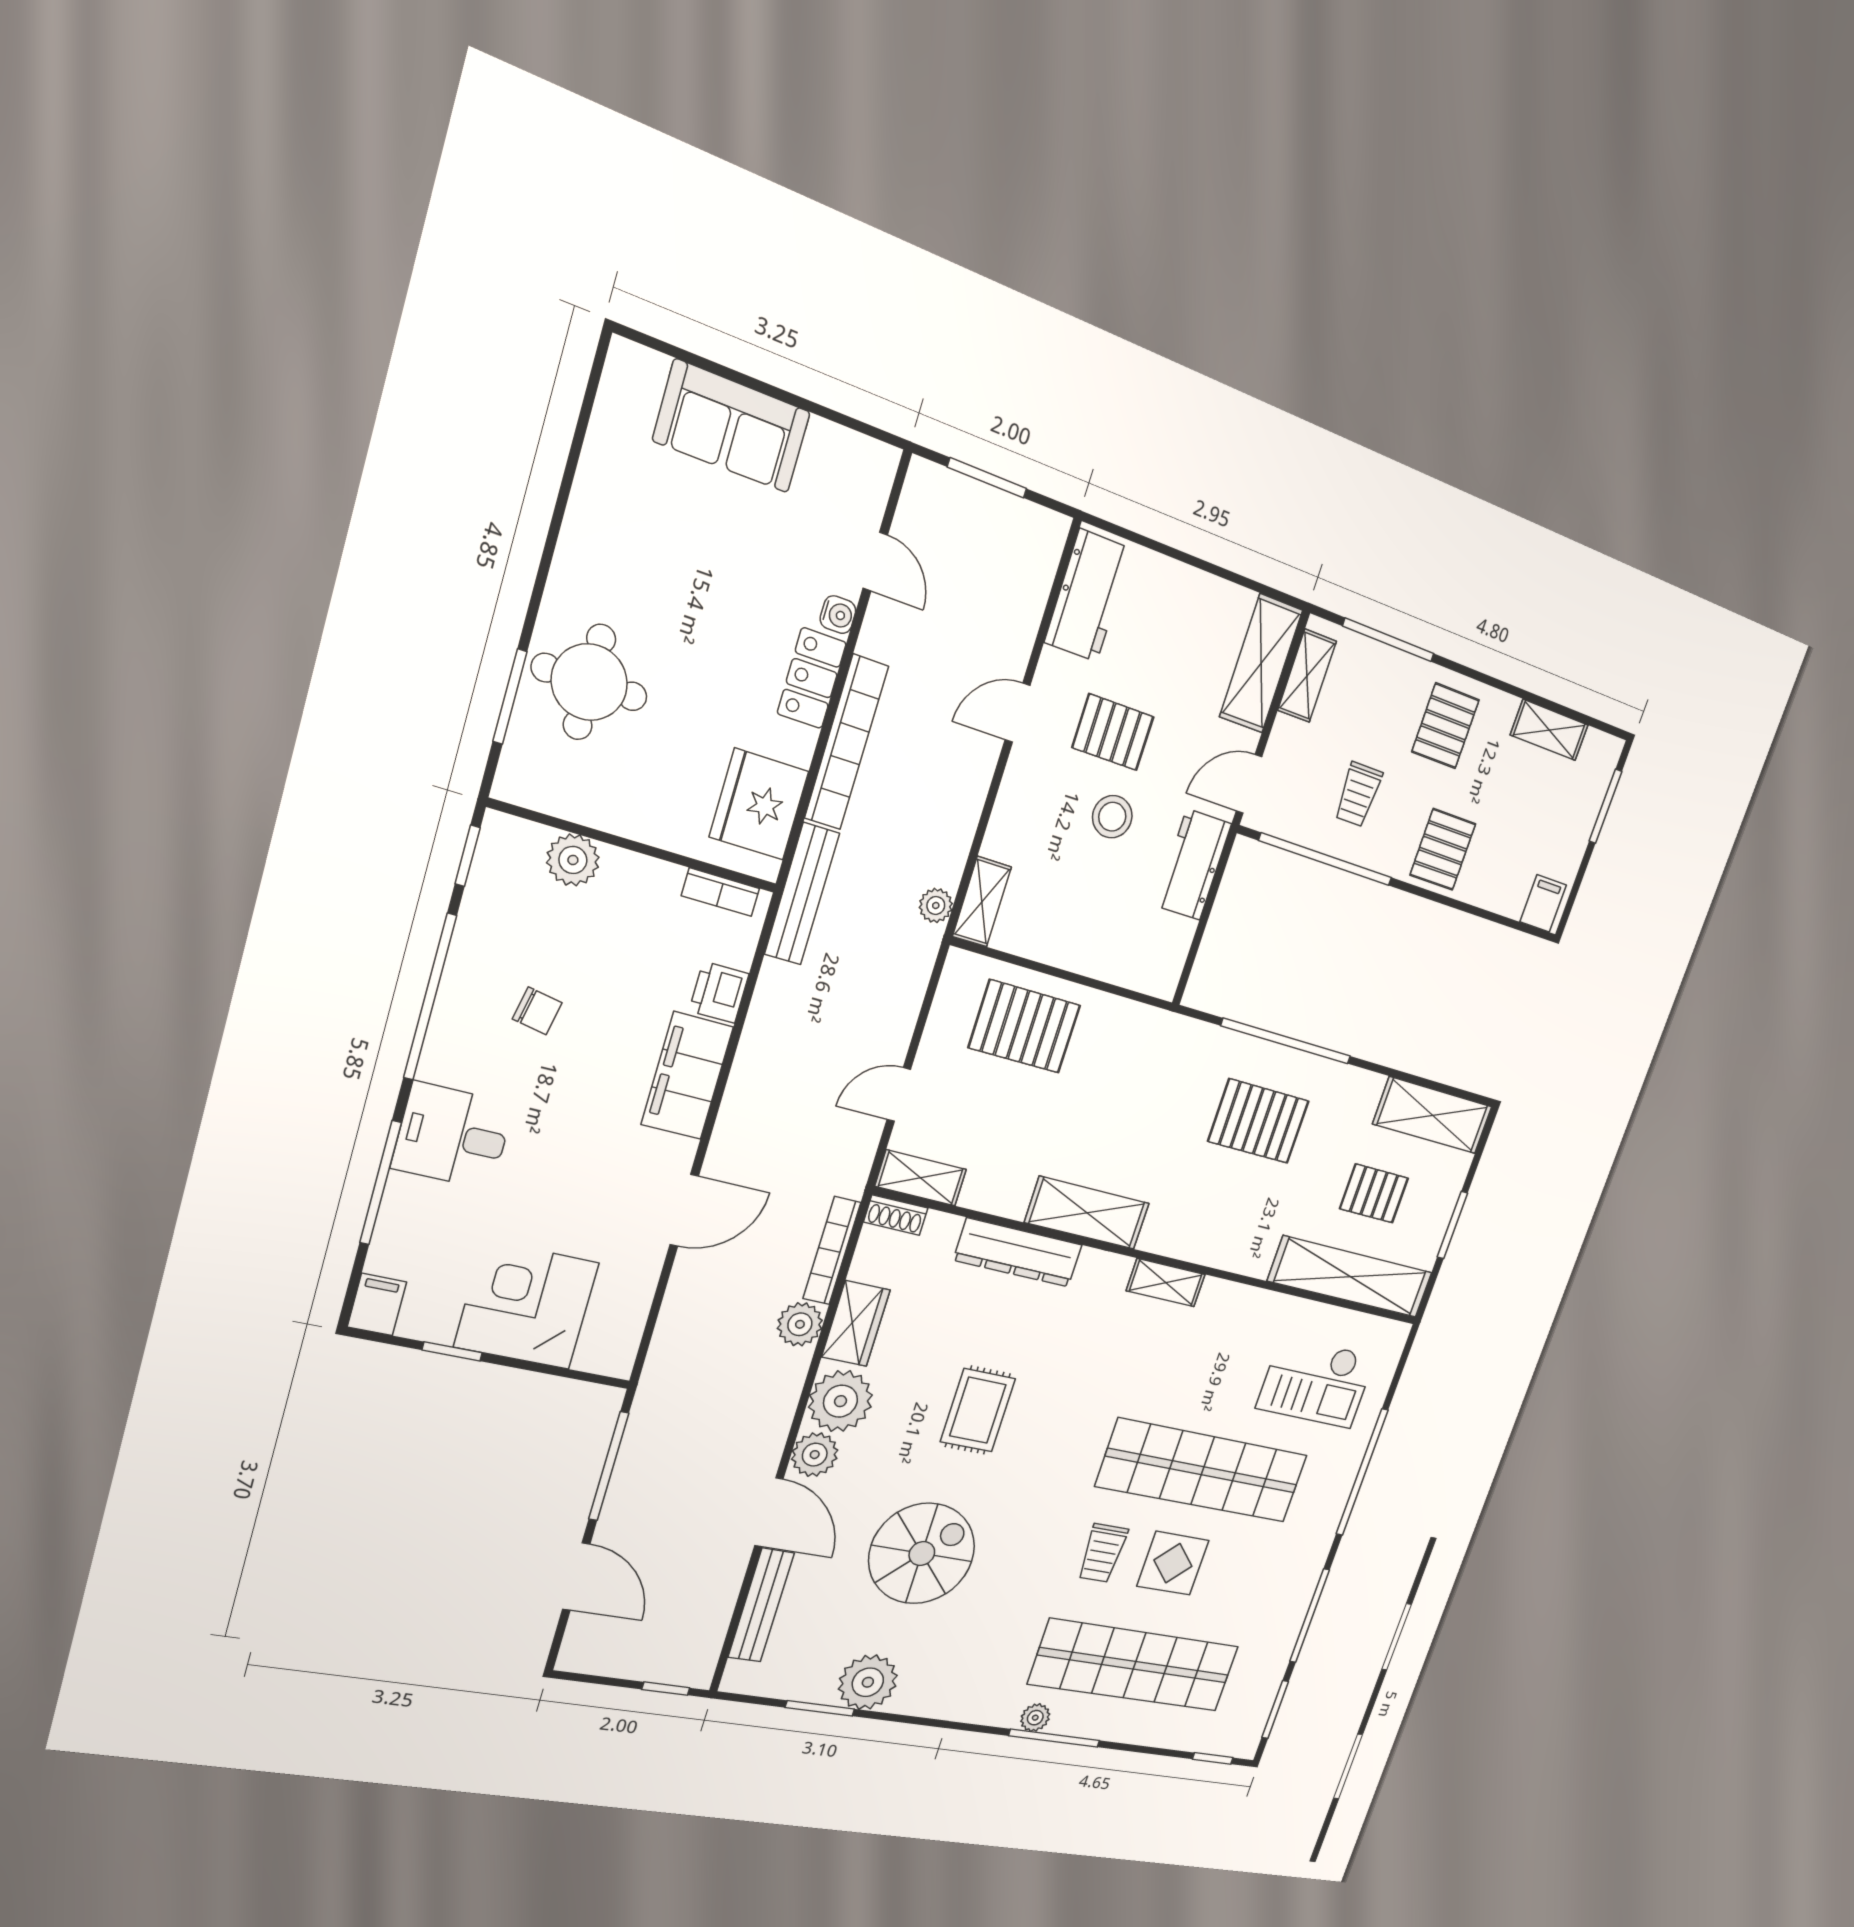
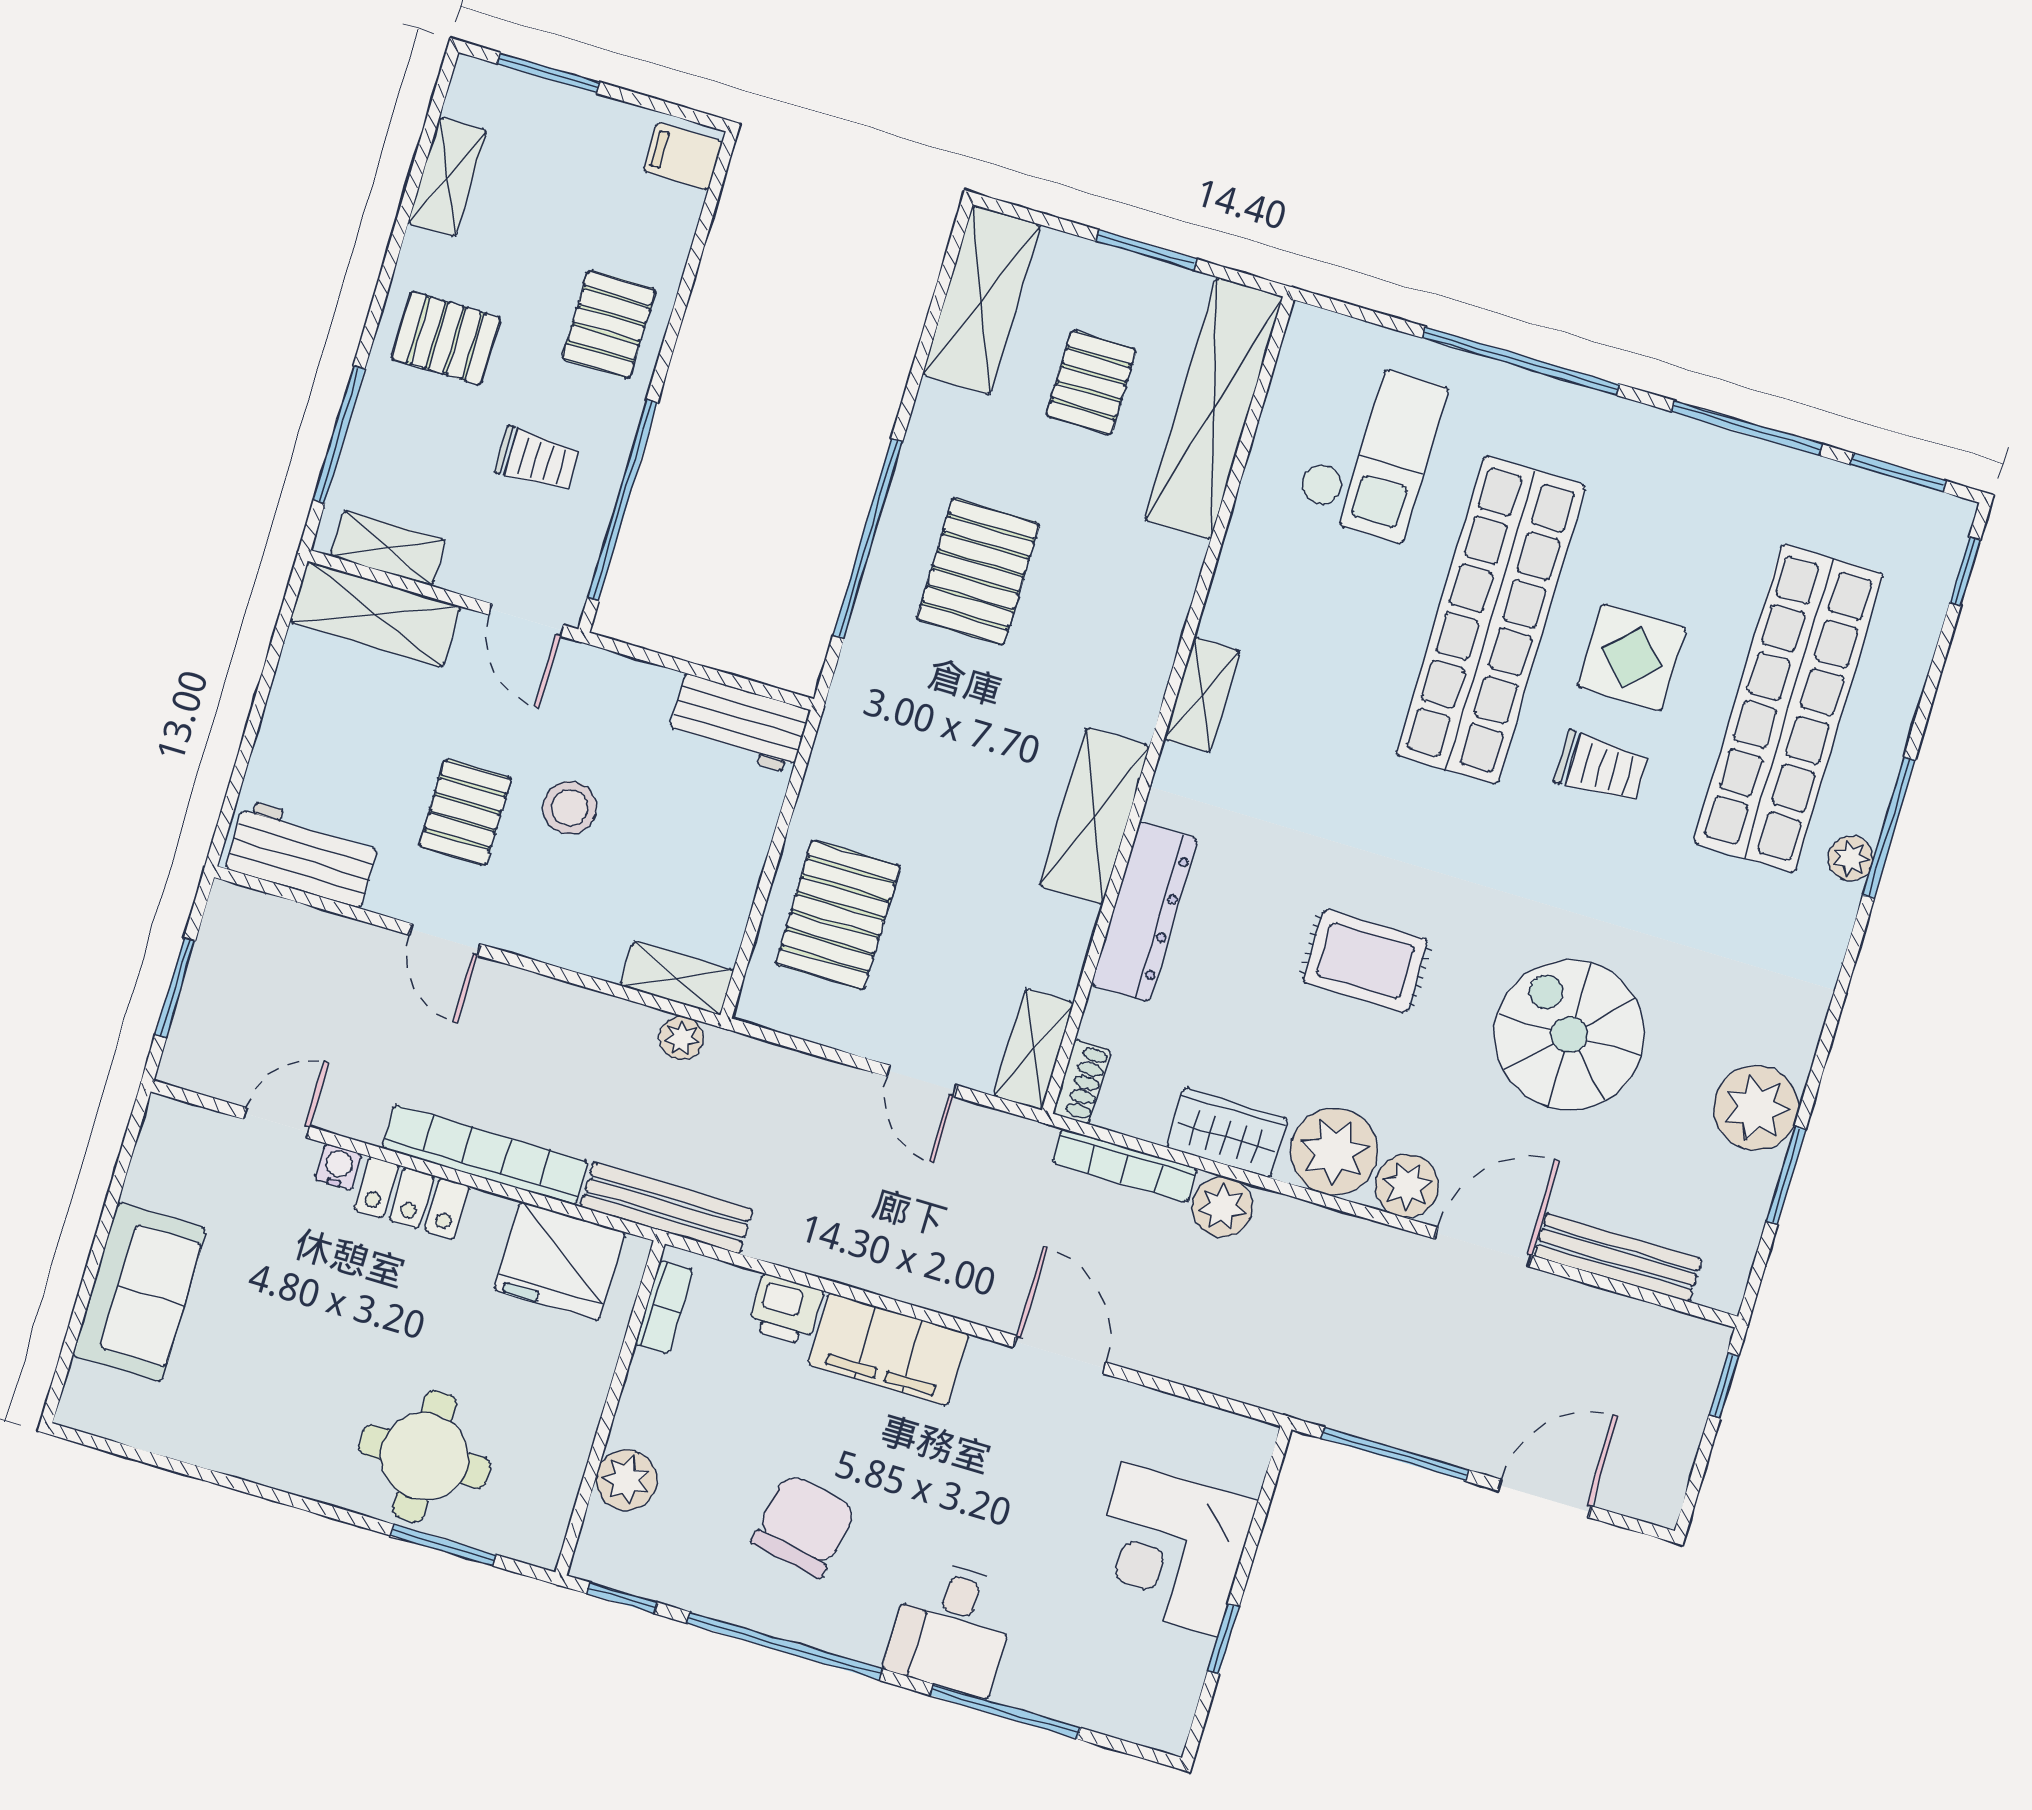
pallet: (1443, 849) -> (609, 324), turned 90
workbench: (1193, 865) -> (739, 724), moved
chair: (537, 1011) -> (804, 1526), width x1.87, depth x1.87
filing cabinet: (377, 1304) -> (1156, 1723), removed

